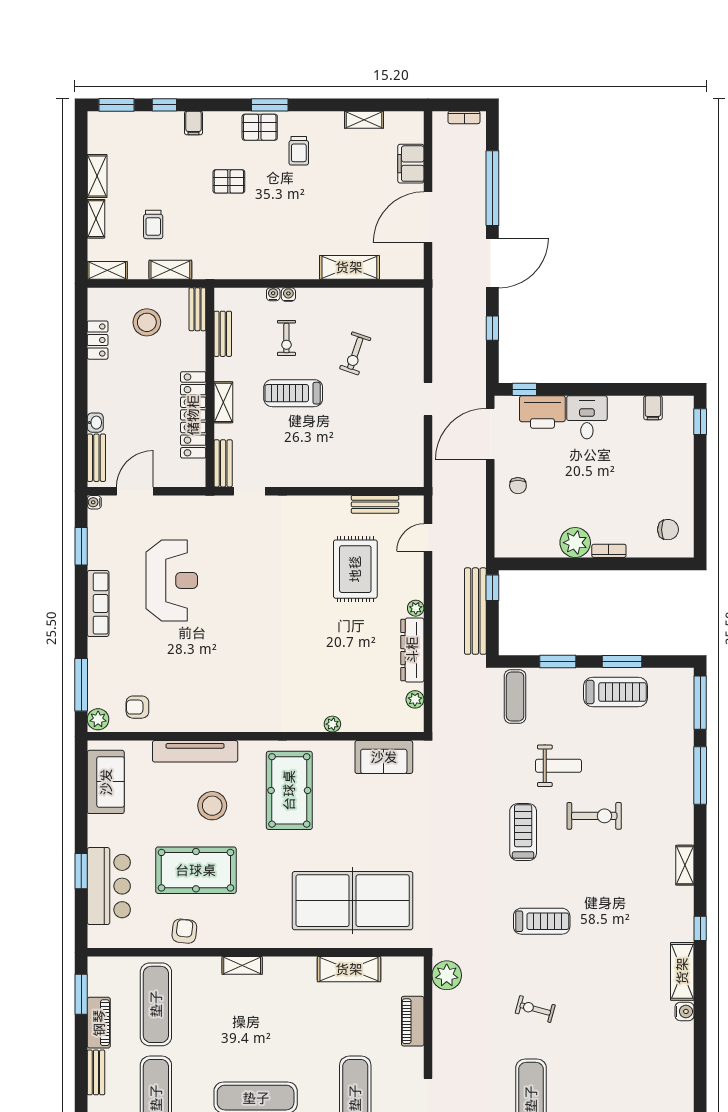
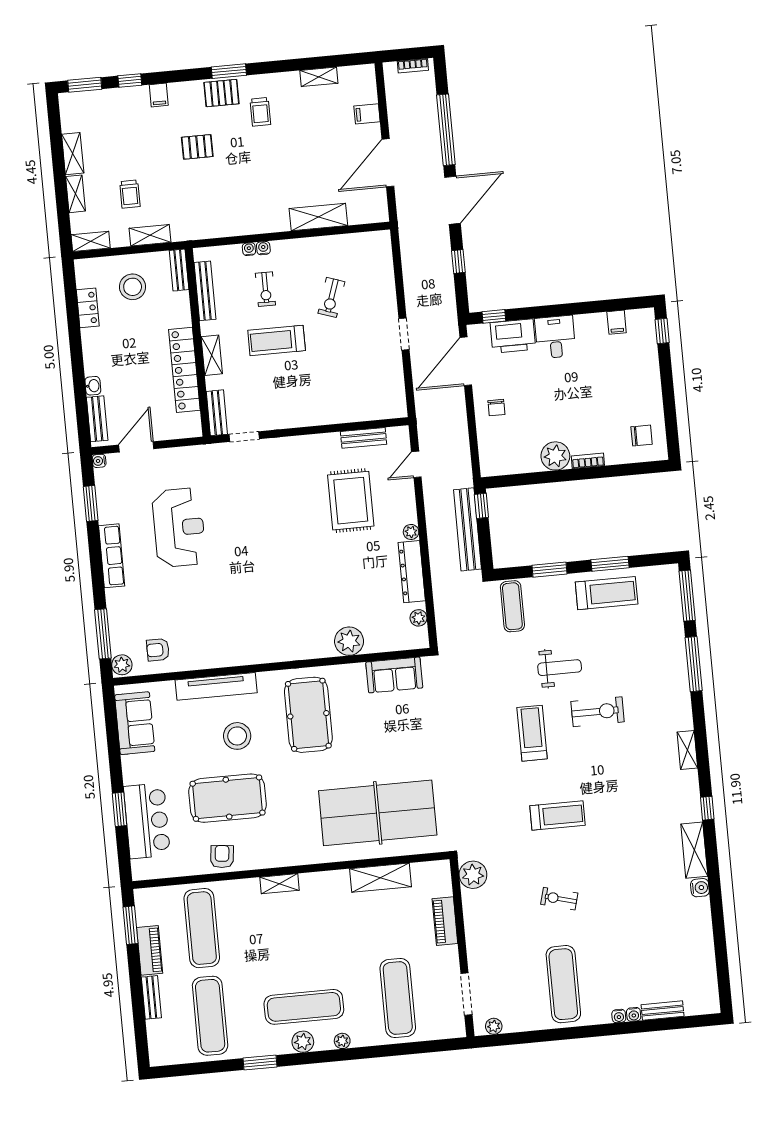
filing cabinet: (411, 164) -> (367, 114), width x0.50
bench: (223, 334) -> (205, 291), width x1.36
plant: (332, 724) -> (349, 641), width x1.88, depth x1.88

